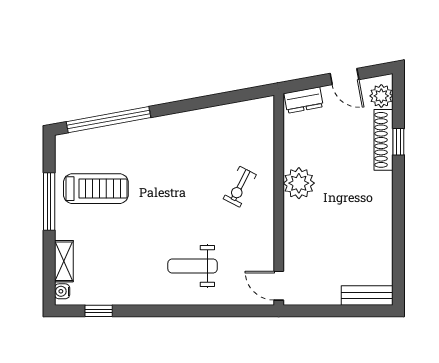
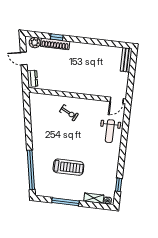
door: (344, 77) -> (24, 58), swing flipped
plant: (299, 183) -> (71, 85), removed
treadmill: (96, 189) -> (68, 167), moved, turned 90
weight bench: (193, 266) -> (110, 131), moved

